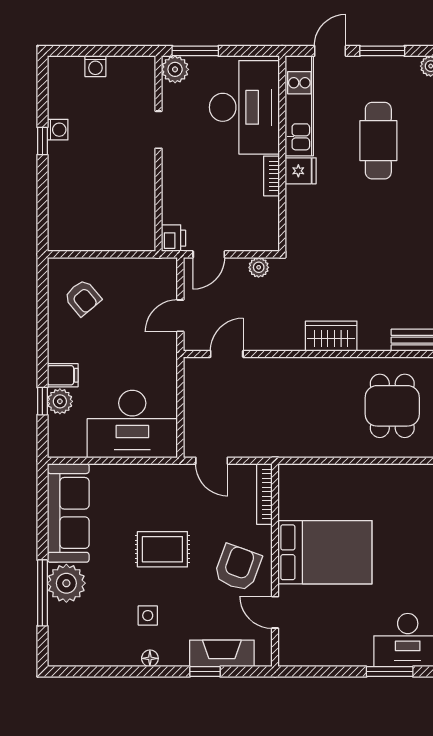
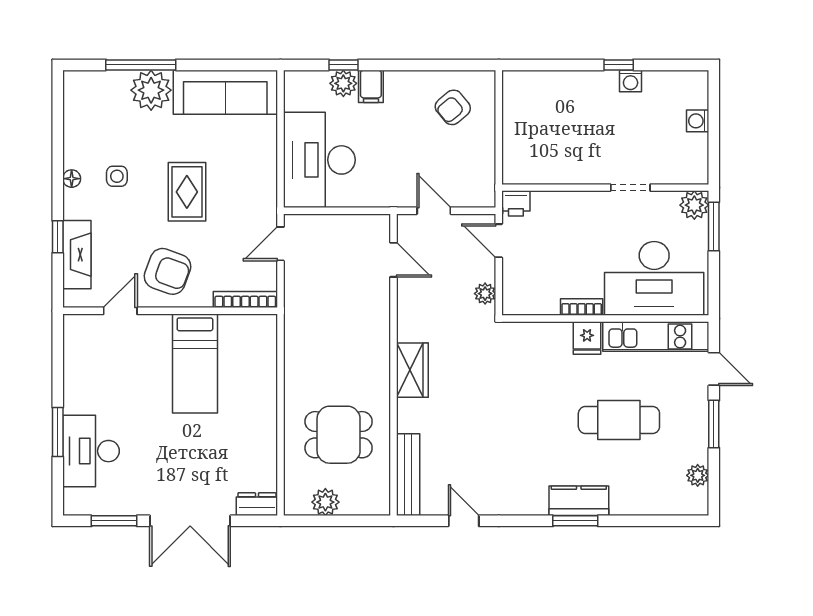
bed: (325, 552) -> (195, 364), width x0.67

